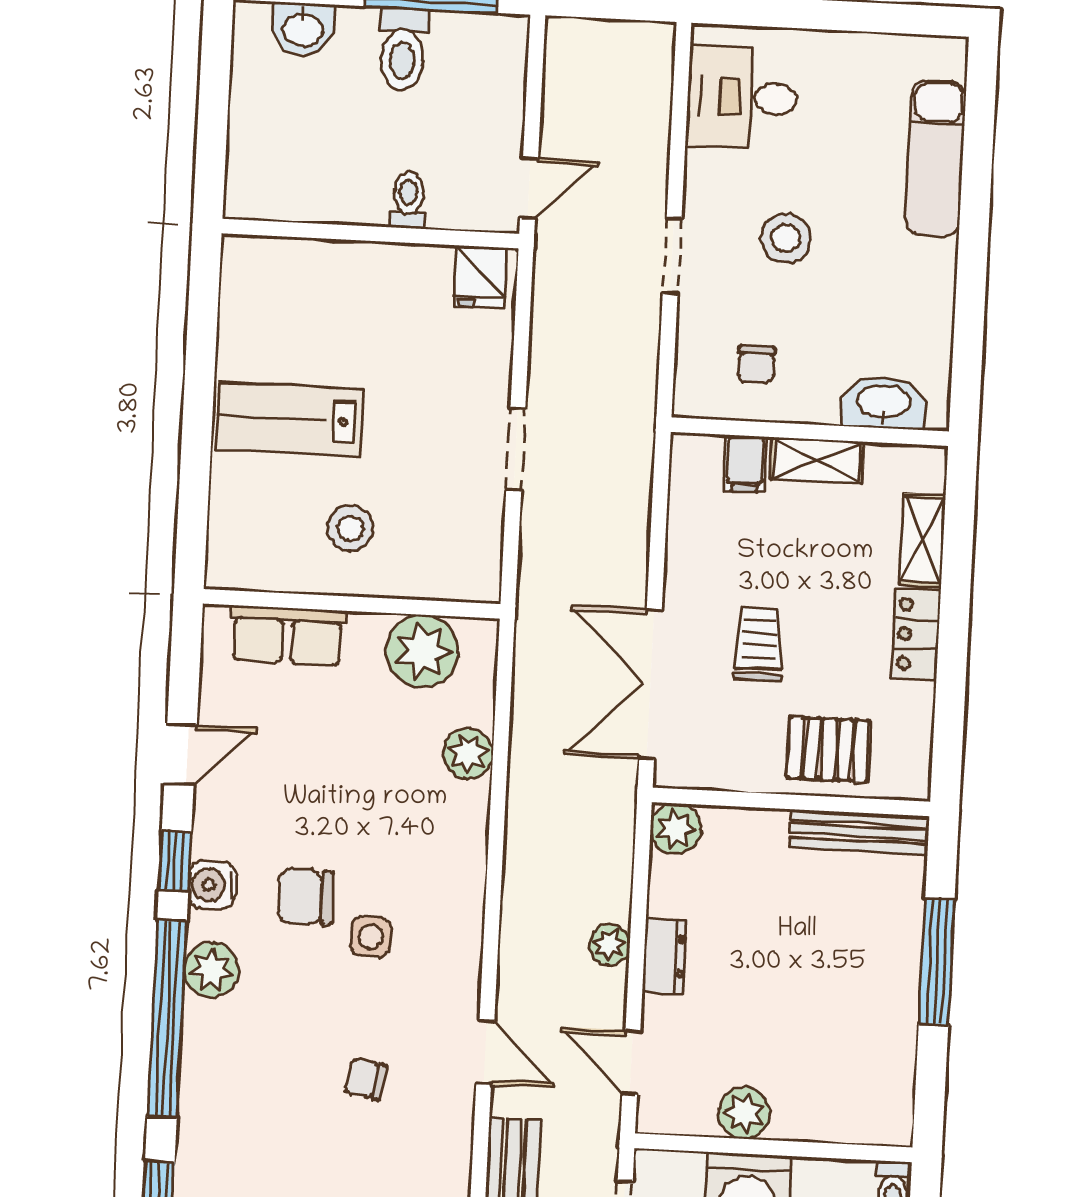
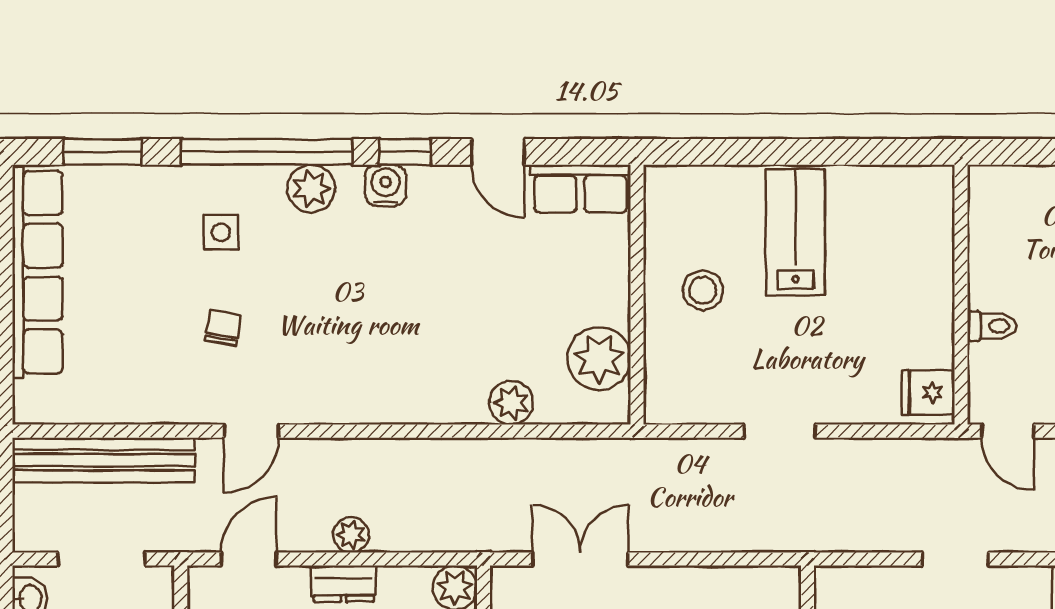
row of seats: (287, 635) -> (580, 189), moved, turned -90
double door: (650, 684) -> (580, 559), width x0.73
chair: (305, 897) -> (379, 267), removed
side table: (371, 937) -> (221, 232), moved

